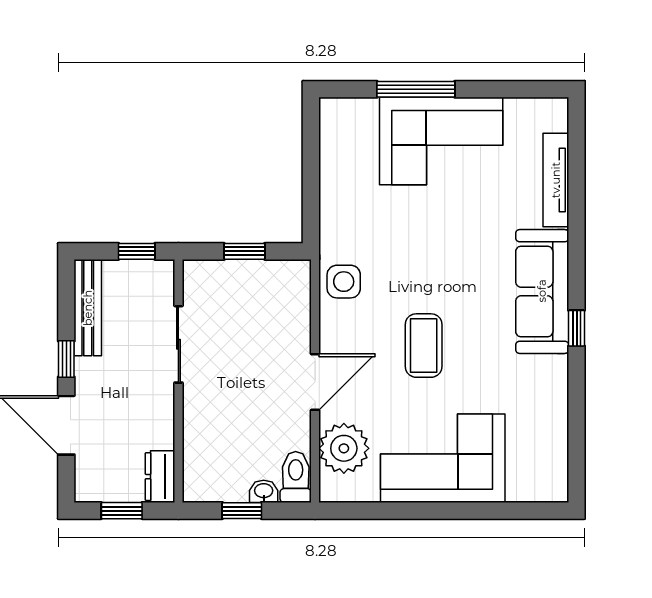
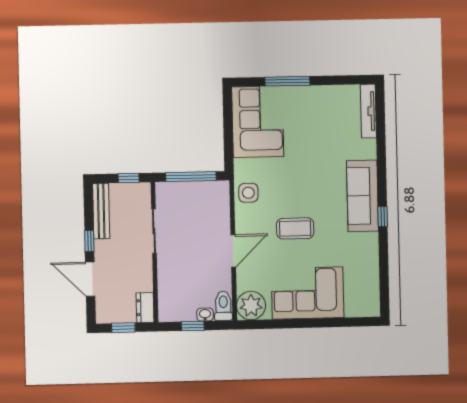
corner sofa: (441, 141) -> (258, 122), moved, turned -90
tv unit: (556, 180) -> (368, 111), moved
window: (244, 251) -> (191, 177), width x2.17
coffee table: (424, 346) -> (295, 228), turned 90
plant: (344, 448) -> (251, 306), moved

